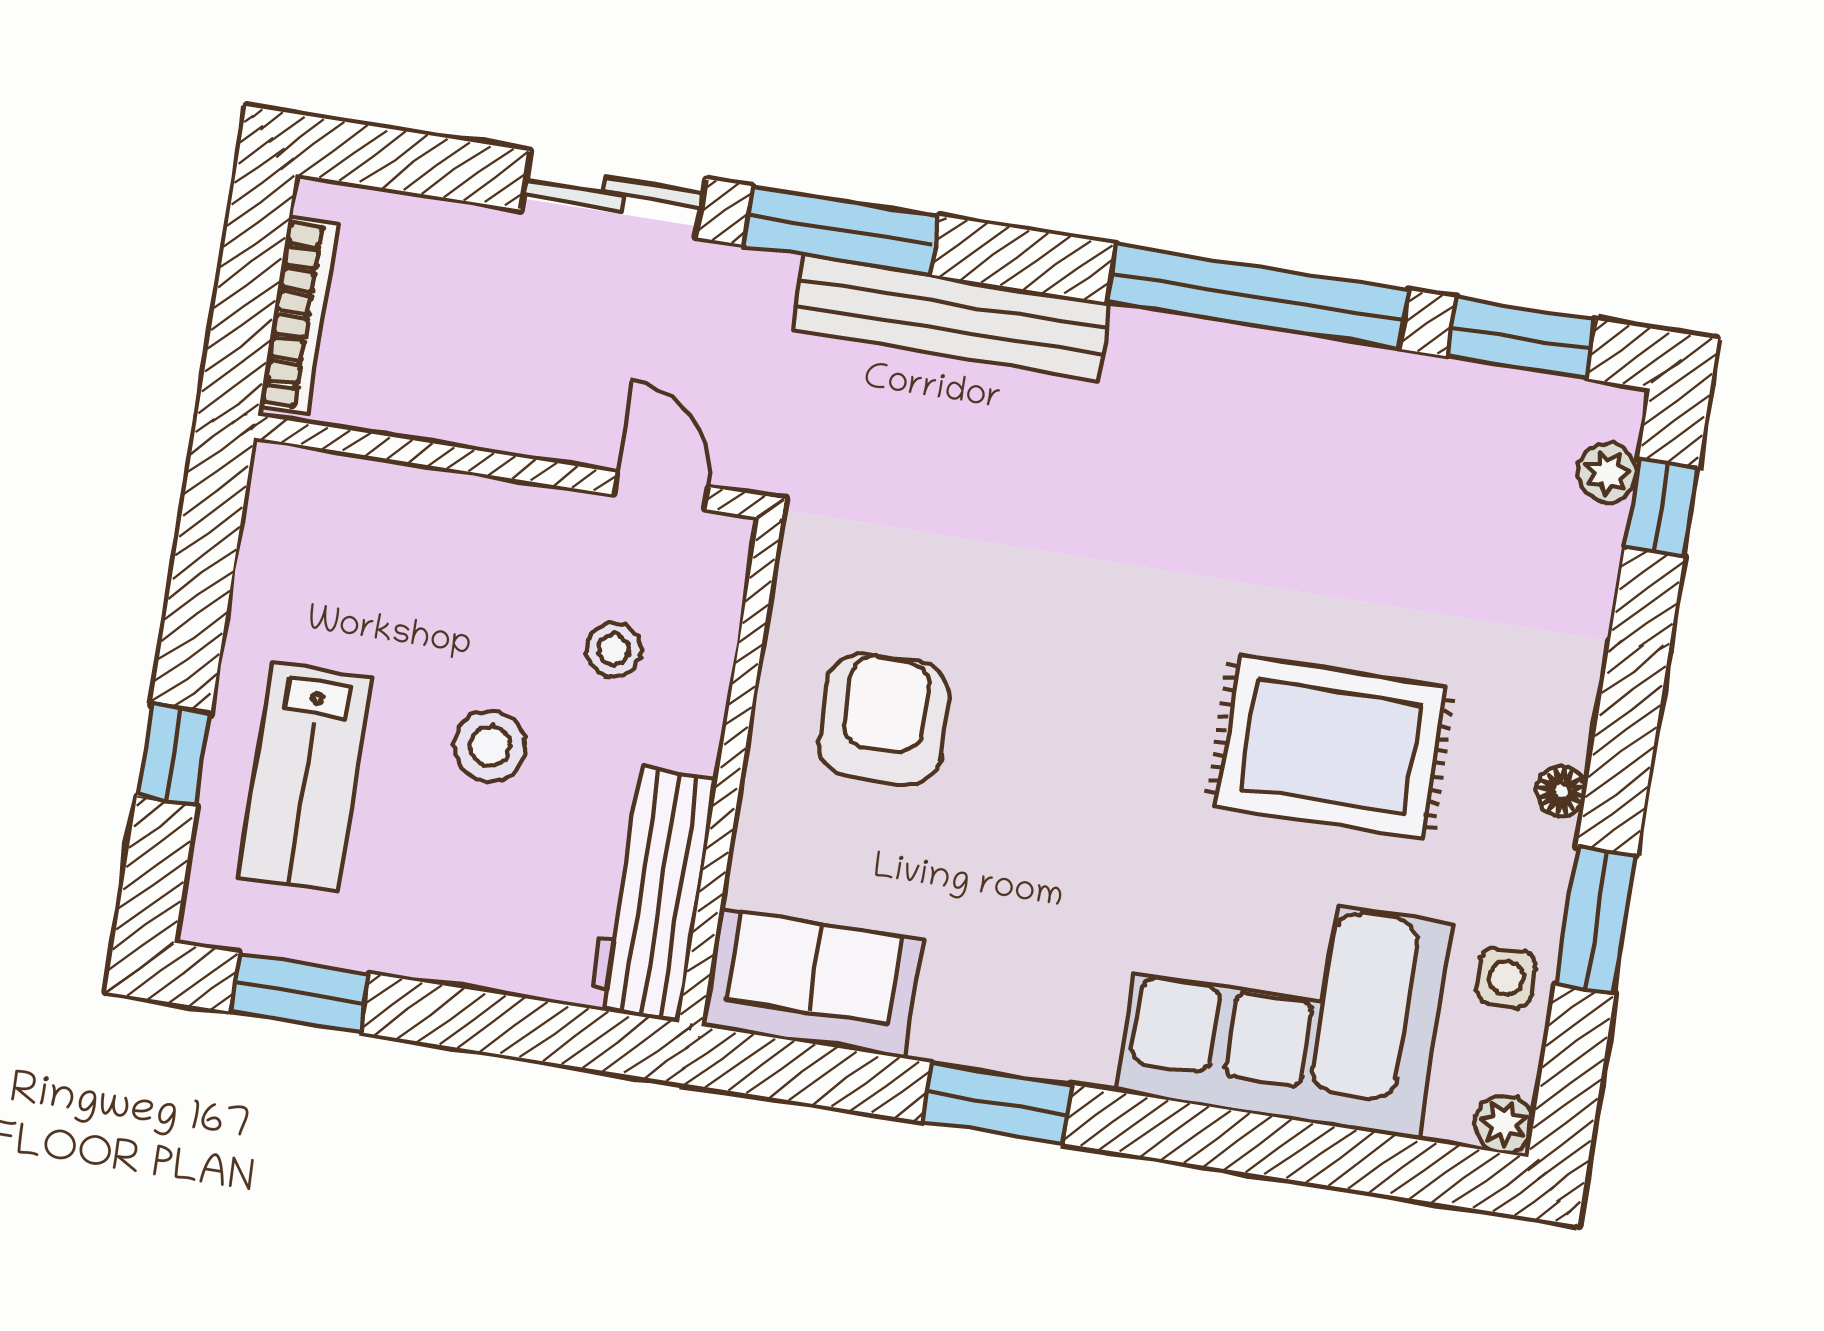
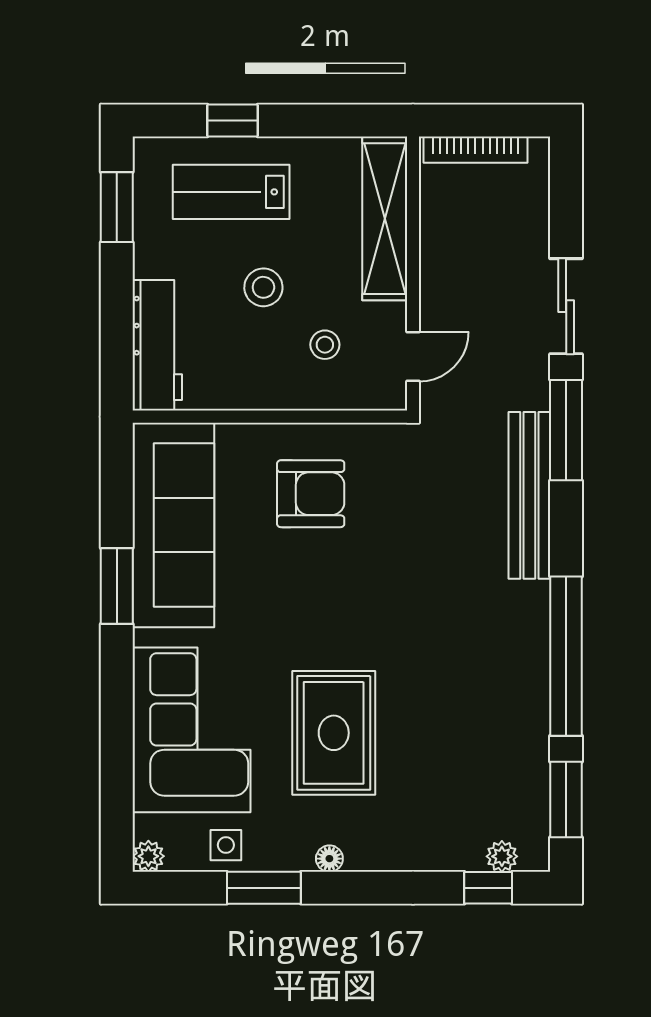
shelving: (399, 503) -> (385, 219), added
workbench: (653, 892) -> (157, 345), moved, turned 90
sofa: (812, 983) -> (173, 525), width x1.85, depth x1.27

